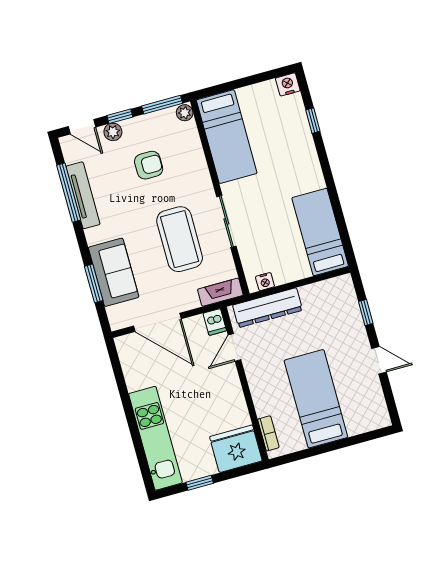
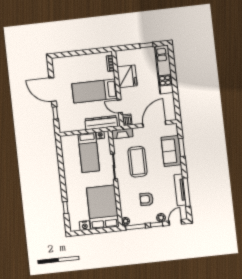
nightstand: (288, 84) -> (85, 226), moved
door: (82, 127) -> (175, 222), hinge flipped
bed: (227, 137) -> (103, 207), width x1.50
bed: (320, 232) -> (89, 152), moved
door: (157, 322) -> (154, 124), hinge flipped
door: (234, 347) -> (120, 106), swing flipped
door: (379, 360) -> (53, 90), width x1.87
bed: (316, 399) -> (95, 91), moved, turned 90
fridge: (236, 449) -> (127, 76), moved, turned -90

